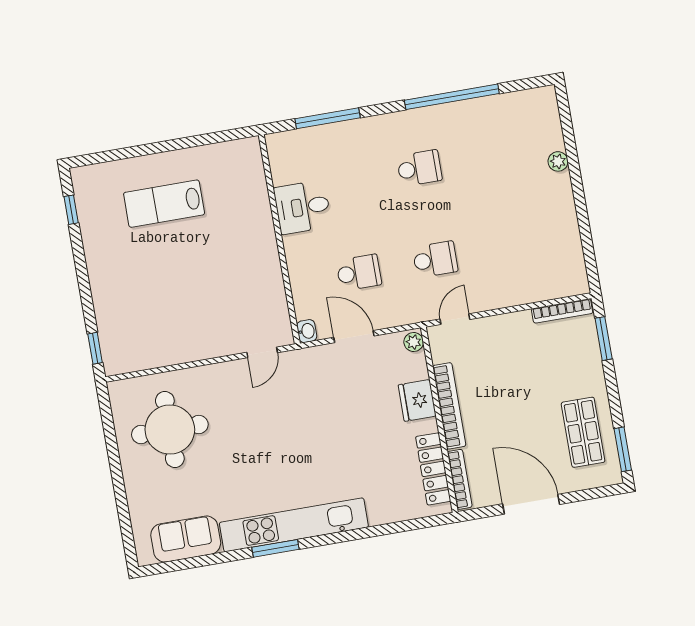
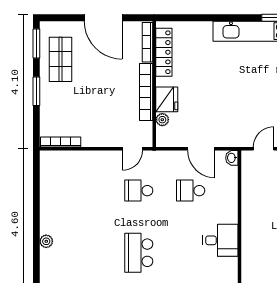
school desk: (419, 168) -> (139, 253), width x1.85
window: (604, 339) -> (36, 91), moved
plant: (414, 342) -> (162, 120), moved

